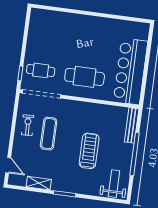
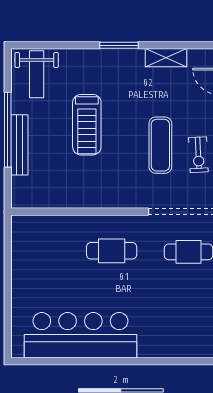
bar counter: (130, 71) -> (80, 335), moved, turned -90
cafe table: (85, 77) -> (112, 251), width x0.73, depth x0.74
bench: (132, 125) -> (19, 145), moved

